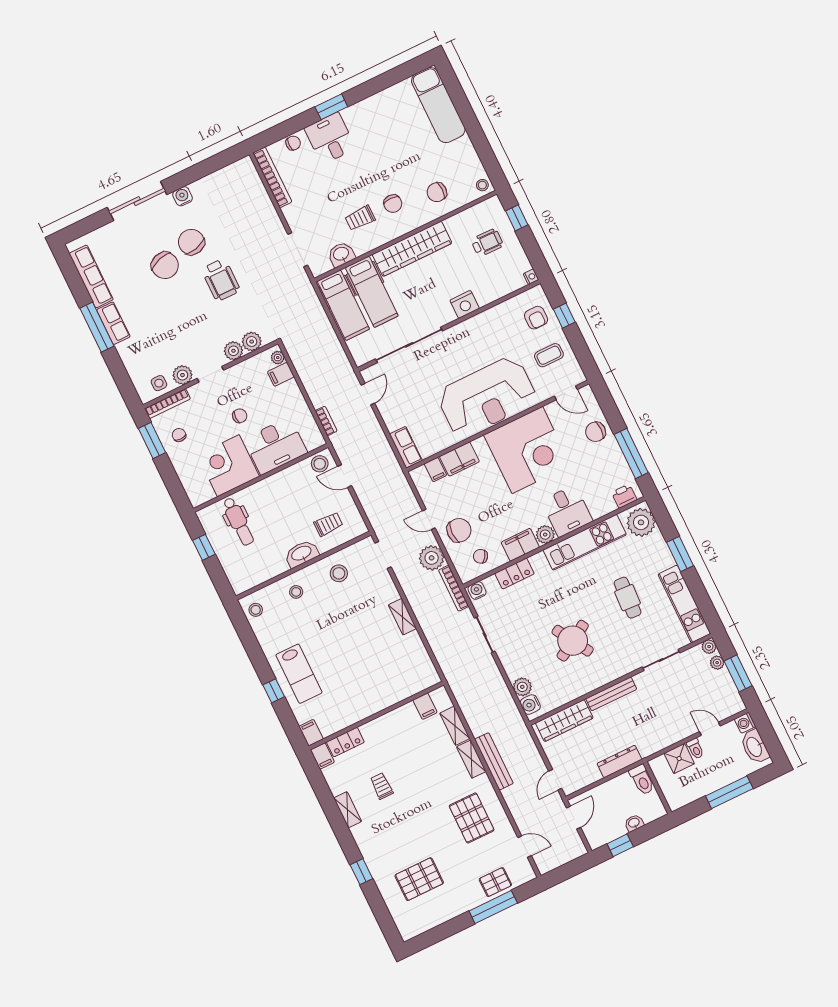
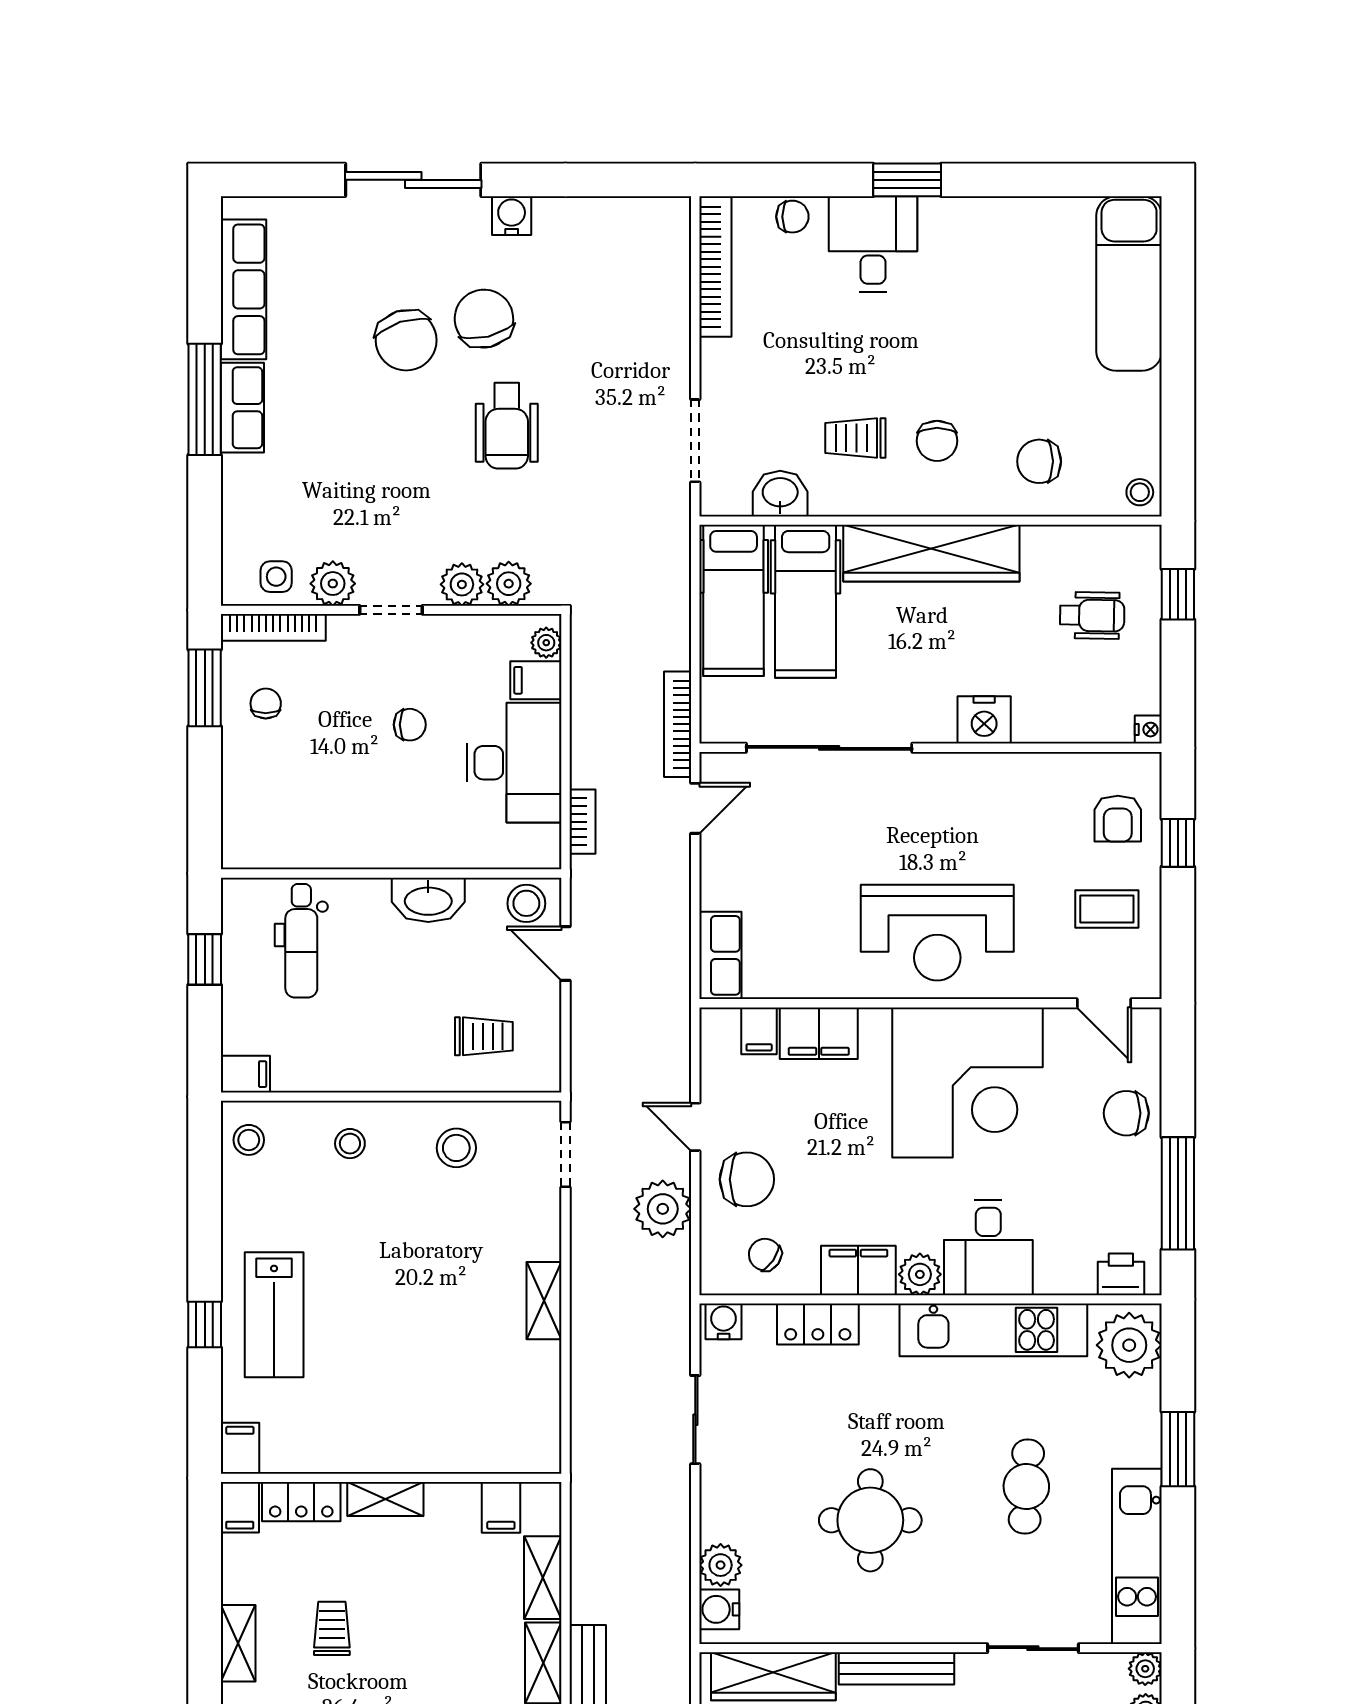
reception desk: (487, 397) -> (937, 933), width x0.74, depth x0.77
desk: (275, 446) -> (514, 763), moved, turned -90
corner desk: (228, 466) -> (336, 816), removed
washbasin: (302, 554) -> (428, 900), moved, turned 180
filing cabinet: (242, 585) -> (245, 1074), added
bookcase: (454, 588) -> (678, 724), moved
round table: (573, 641) -> (870, 1520), turned 31
shelving: (378, 725) -> (385, 1499), added

